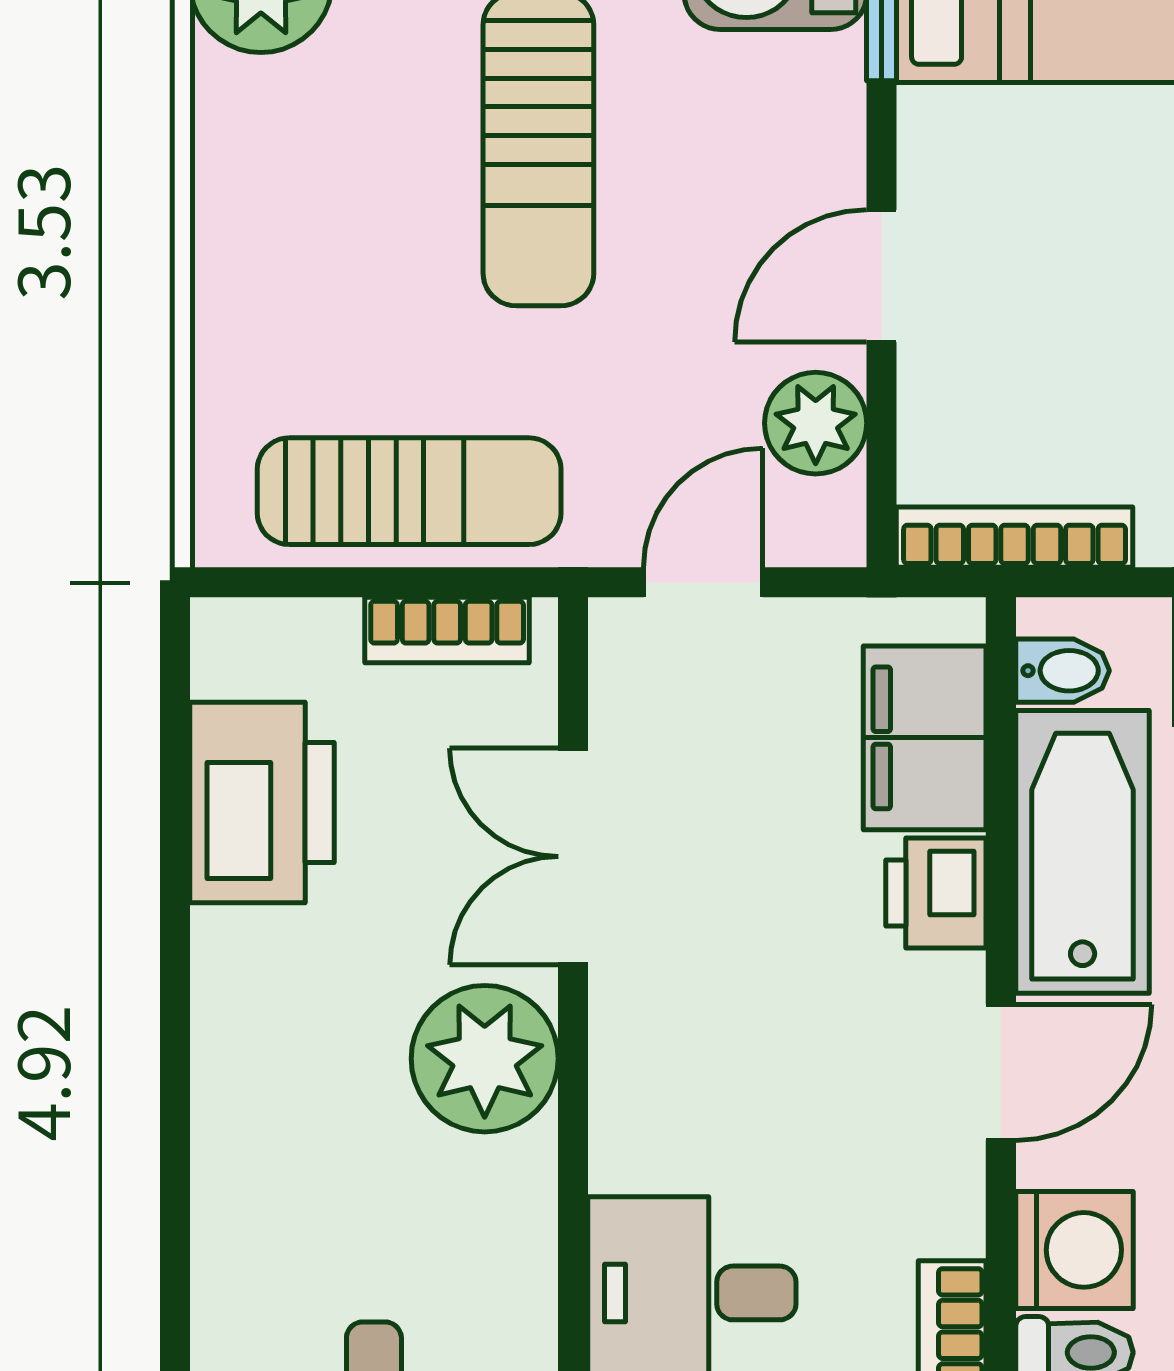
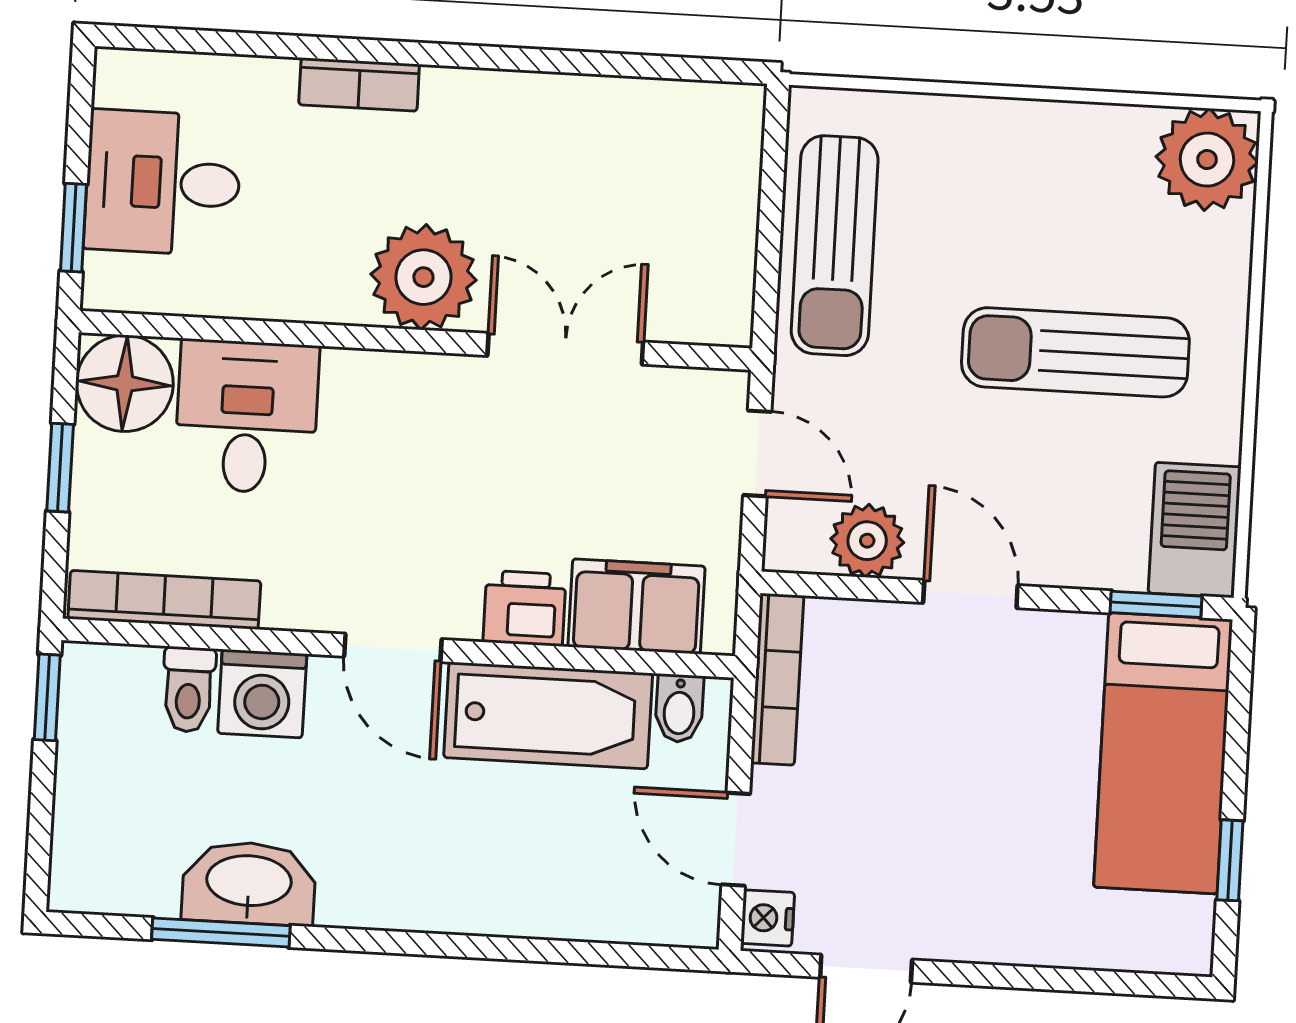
bookcase: (447, 630) -> (359, 85), moved, turned -90
printer: (262, 802) -> (617, 127), removed

